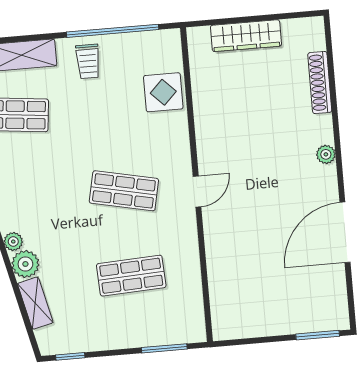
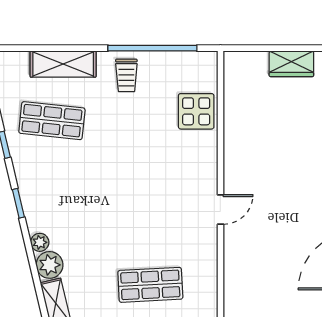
wardrobe: (246, 36) -> (291, 64), width x0.67
shop shelf: (124, 191) -> (150, 203), removed

